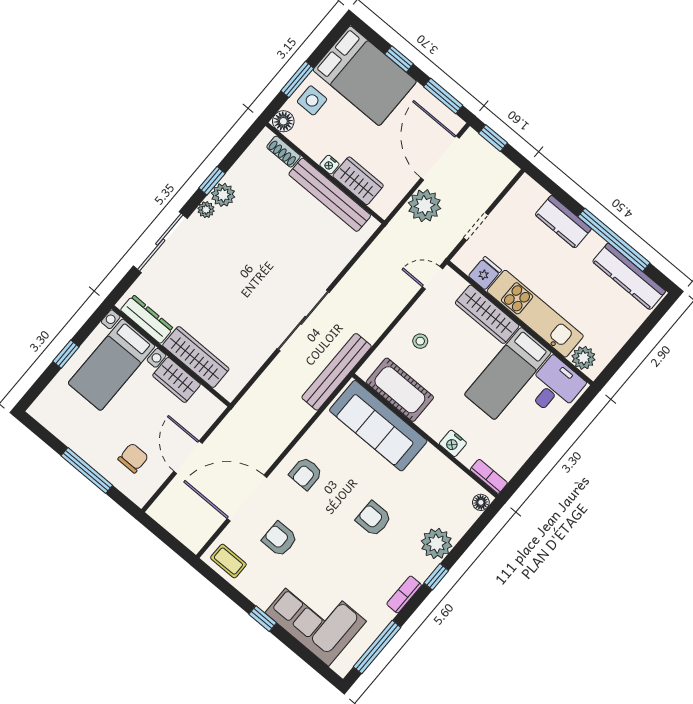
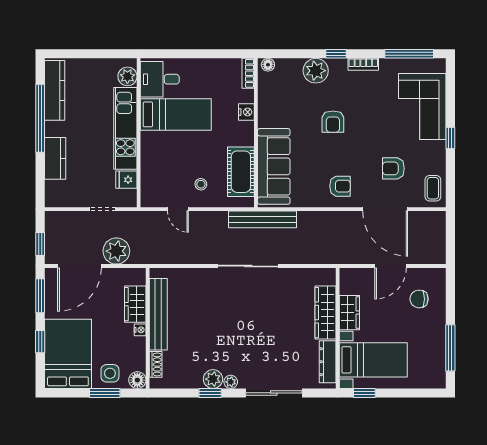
door: (432, 278) -> (178, 209), moved
wardrobe: (487, 314) -> (150, 157), removed
window: (66, 354) -> (364, 393), moved
window: (87, 471) -> (450, 348), moved
armchair: (280, 539) -> (393, 168), turned 90

